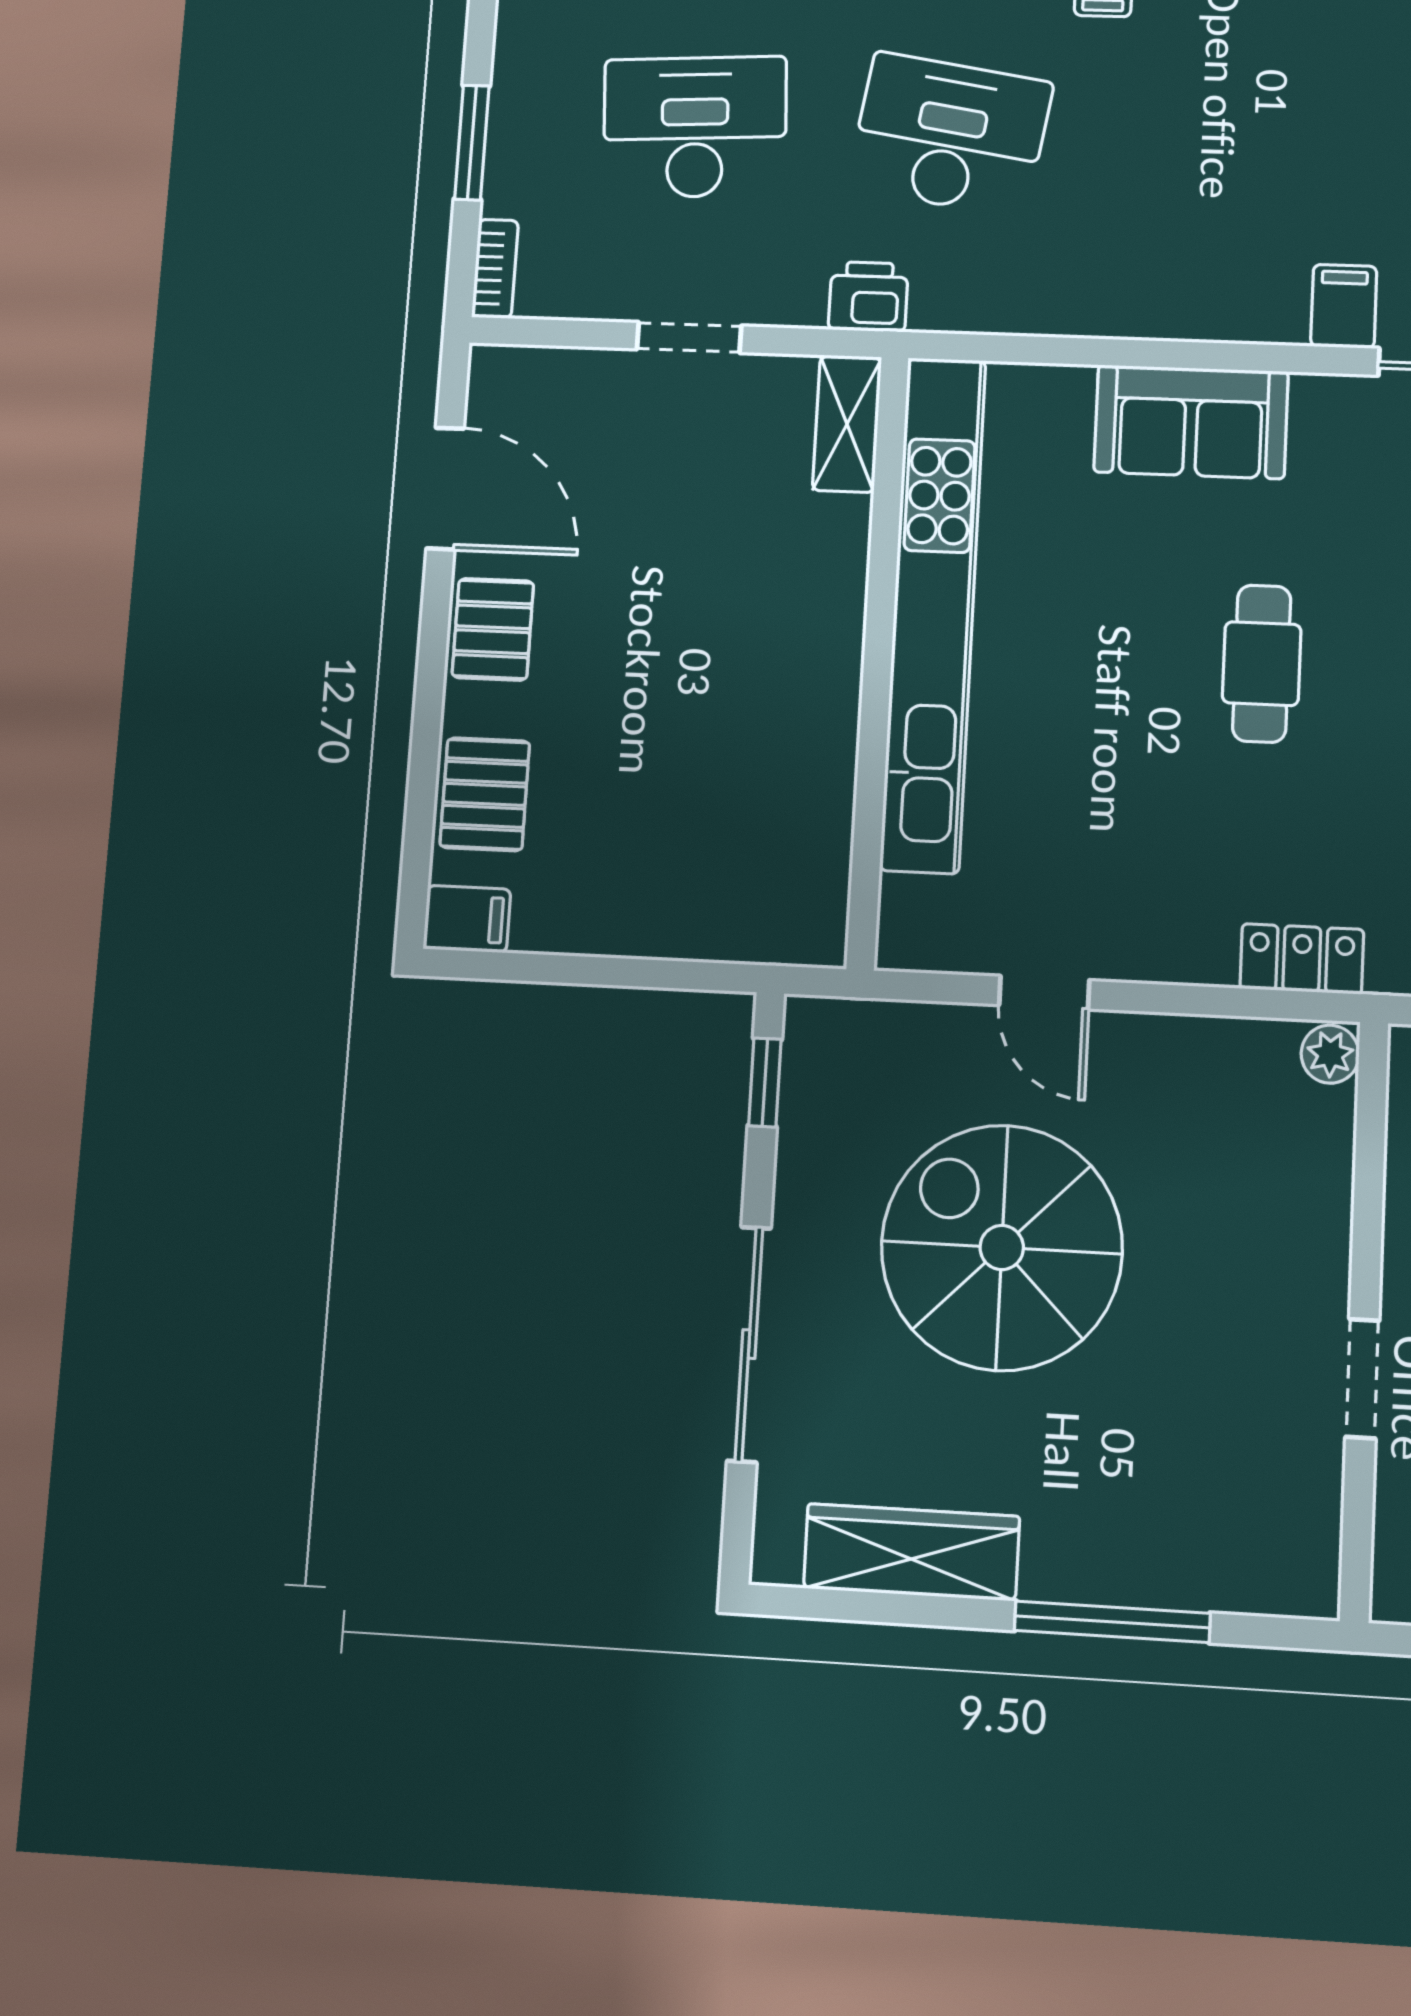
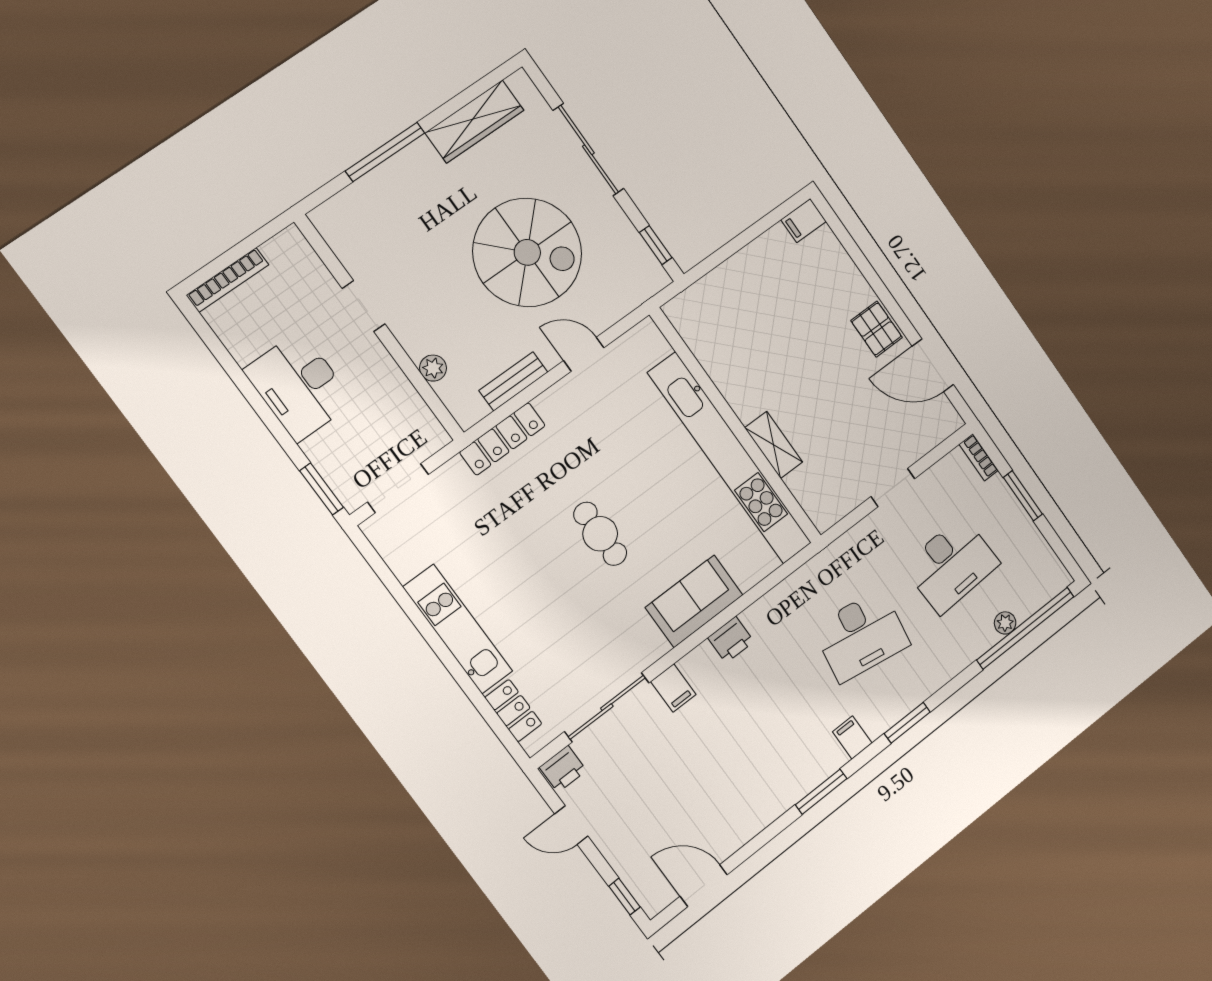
printer: (868, 297) -> (731, 640), moved
shelving: (847, 424) -> (774, 445), moved
pallet: (485, 794) -> (833, 269), removed
locker: (1302, 959) -> (502, 439), width x1.53
bench: (1204, 1043) -> (513, 381), added
plant: (1330, 1054) -> (433, 368), moved

